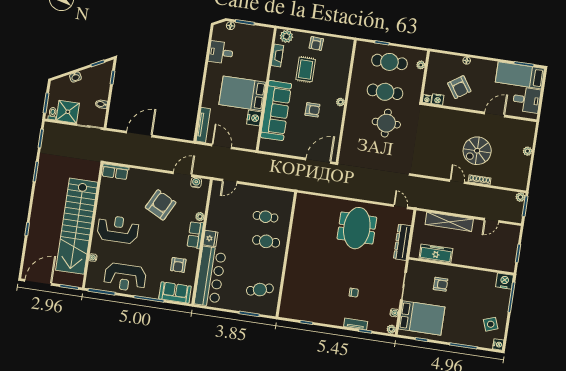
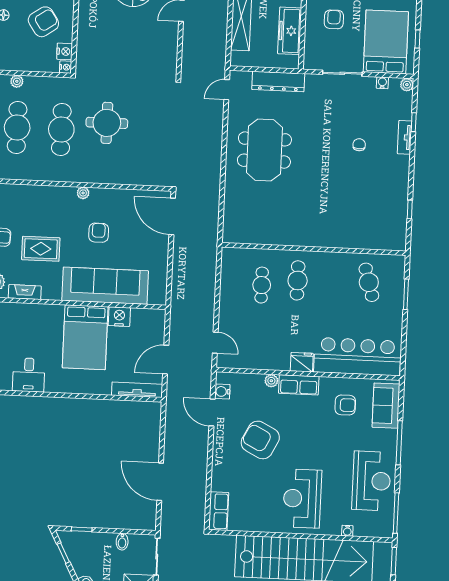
meeting table: (357, 228) -> (264, 150), turned 90

